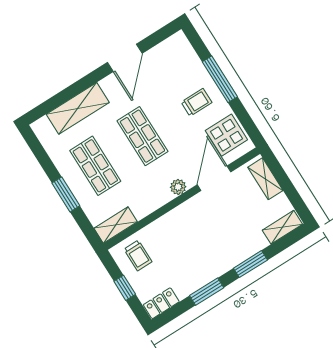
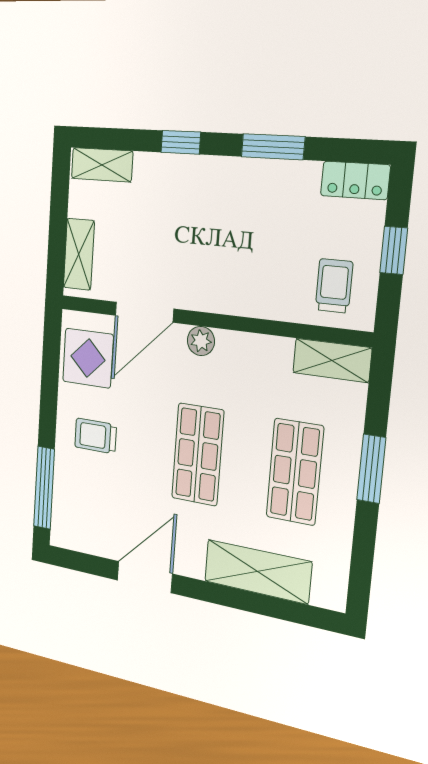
window: (220, 79) -> (44, 488), moved
window: (250, 264) -> (181, 142), width x0.67

